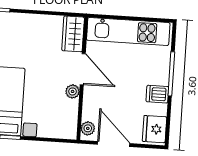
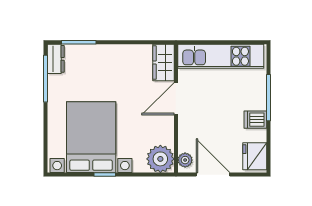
door: (83, 69) -> (176, 99), swing flipped
plant: (73, 91) -> (160, 159), moved, width x1.88, depth x1.88

